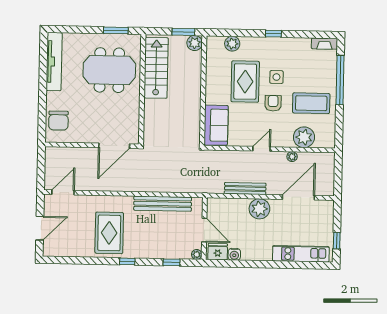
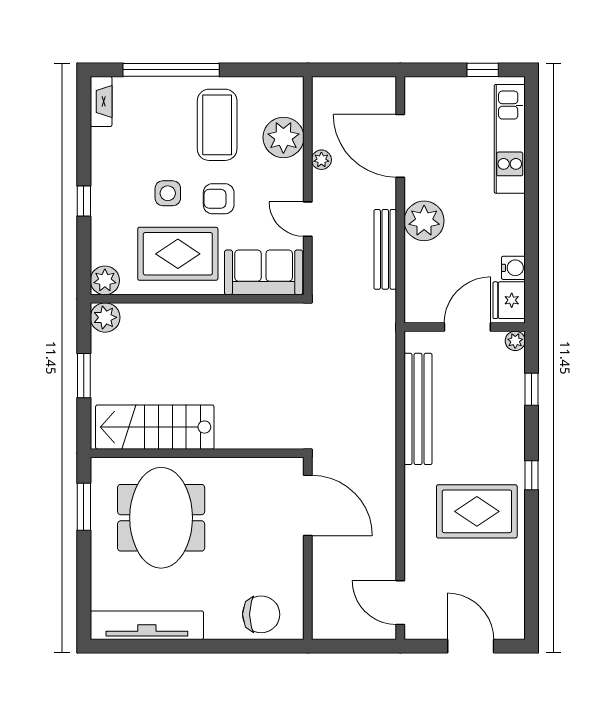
plant: (195, 43) -> (105, 317), moved
wall: (203, 91) -> (197, 299), moved
sofa: (216, 125) -> (264, 272), moved

